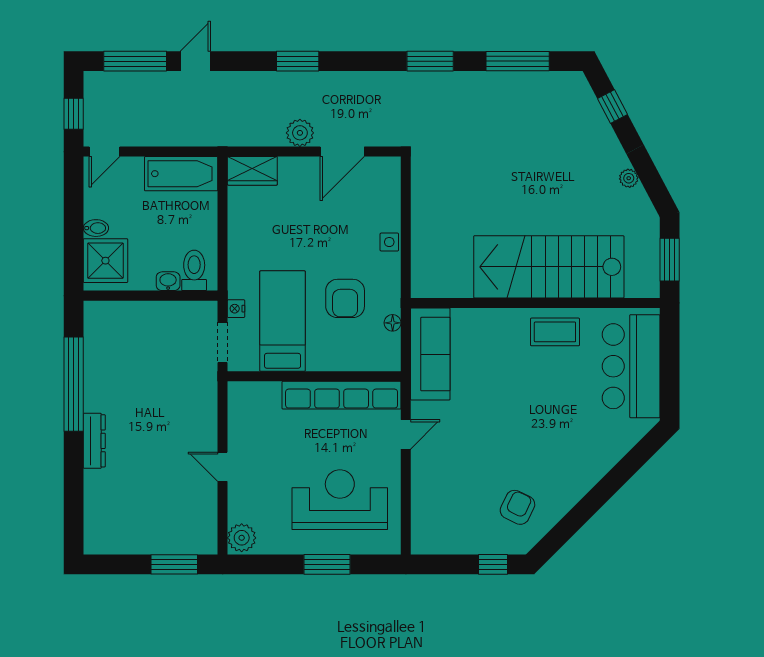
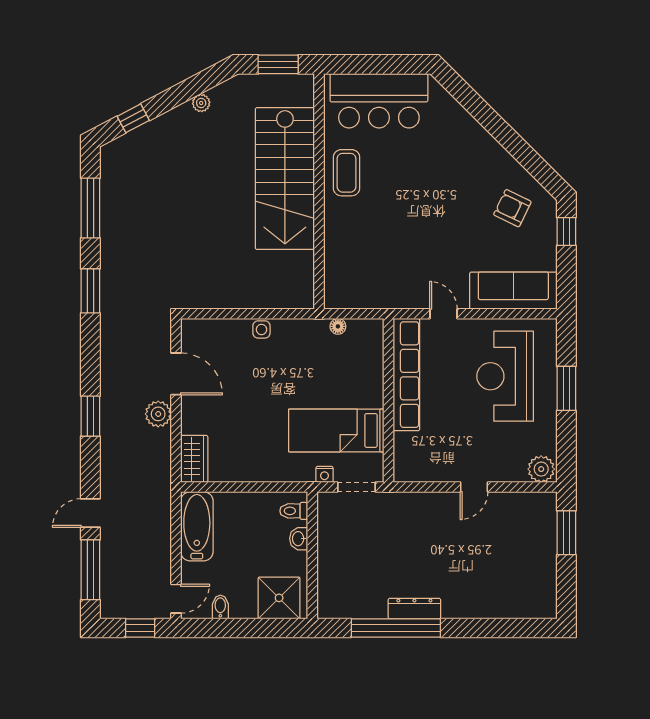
door: (195, 61) -> (90, 513), hinge flipped
door: (105, 152) -> (176, 599), hinge flipped
bidet: (96, 228) -> (220, 607), moved
toilet: (194, 270) -> (294, 511), width x0.73, depth x0.72
armchair: (345, 298) -> (315, 371), removed
sofa: (430, 354) -> (513, 291), moved
dresser: (94, 441) -> (414, 609), moved

